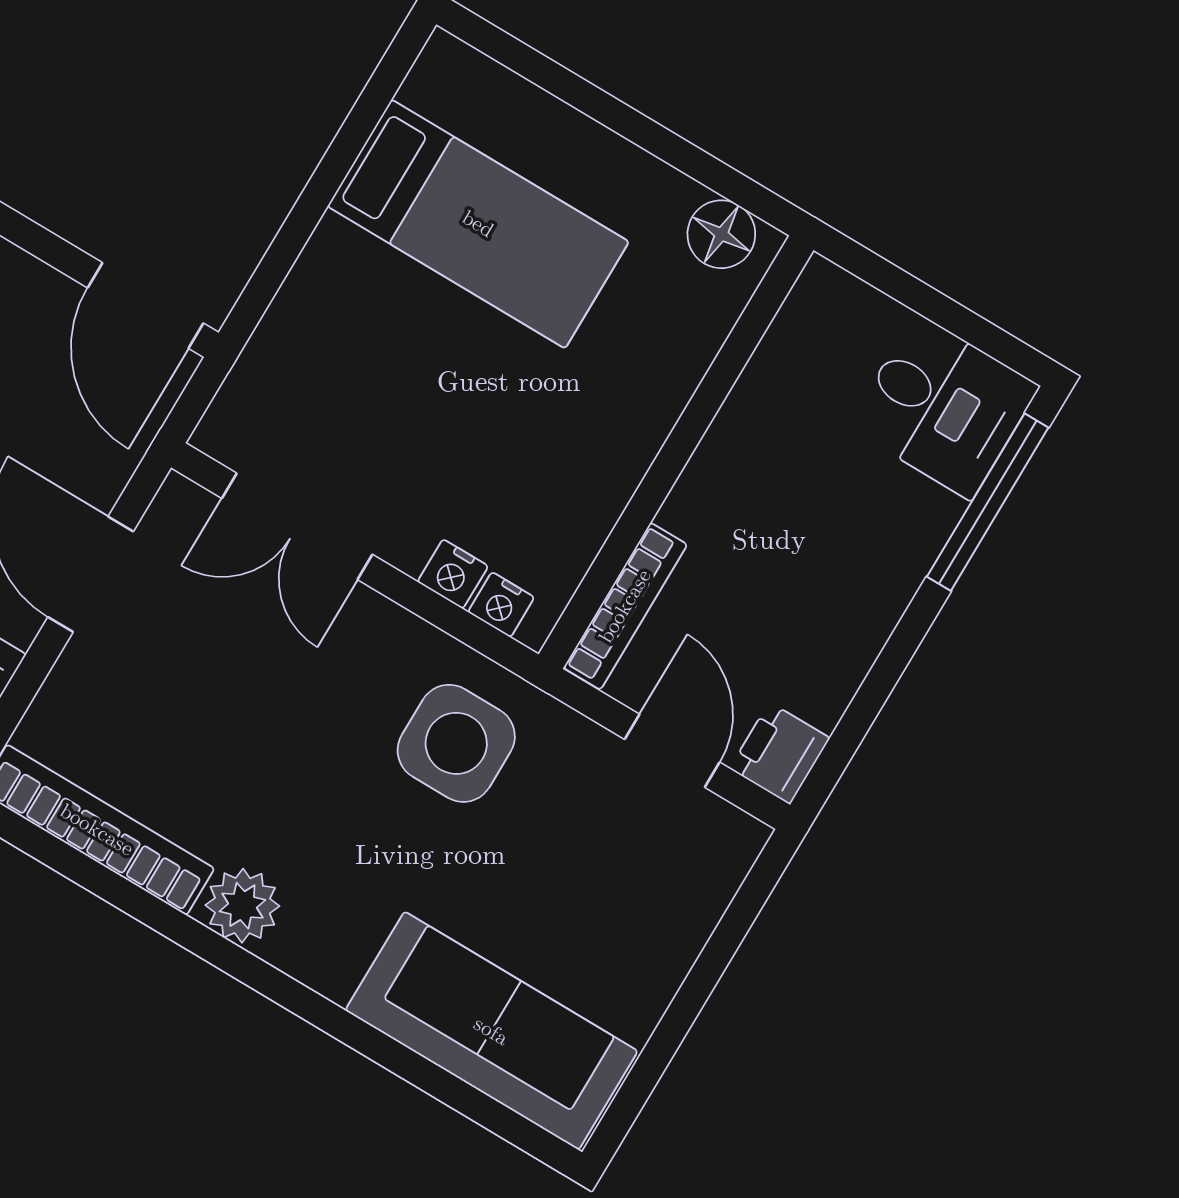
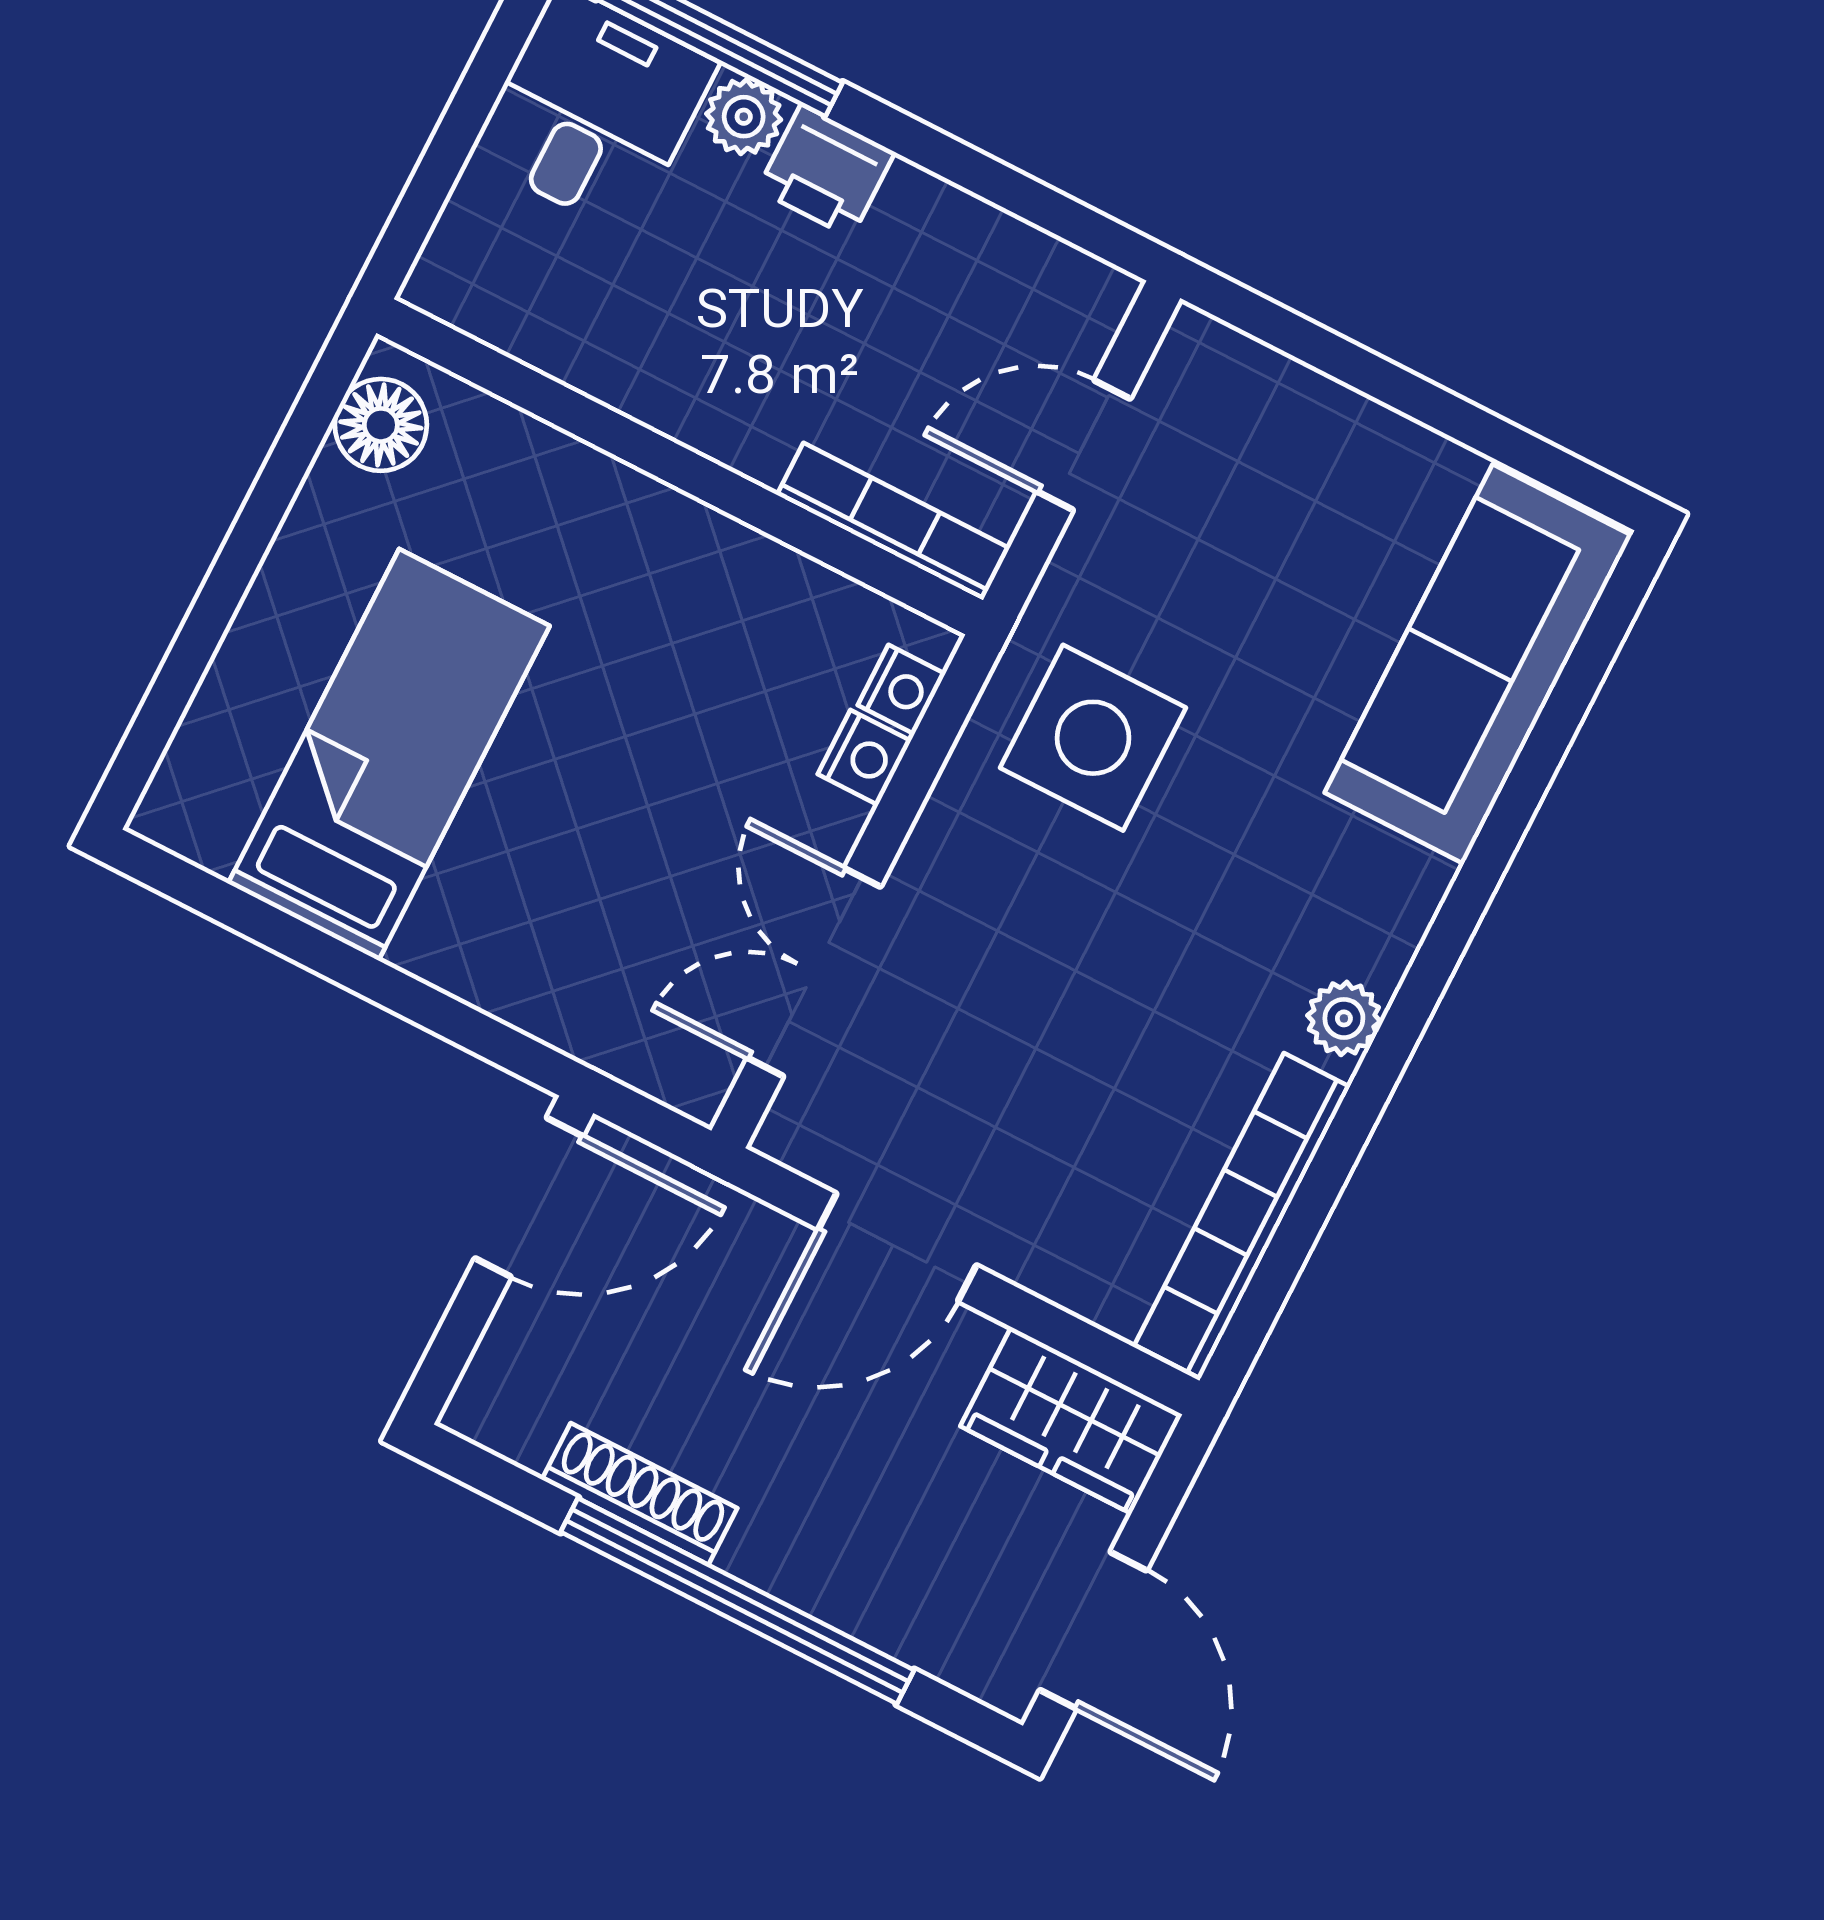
plant: (931, 517) -> (744, 117), added
double door: (297, 526) -> (814, 972), swing flipped
printer: (780, 753) -> (826, 171), moved
plant: (242, 906) -> (1344, 1018), width x0.73, depth x0.73

